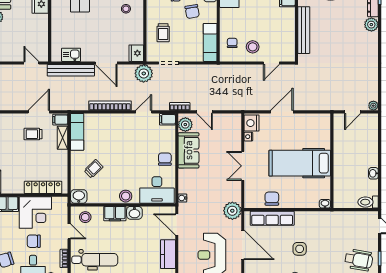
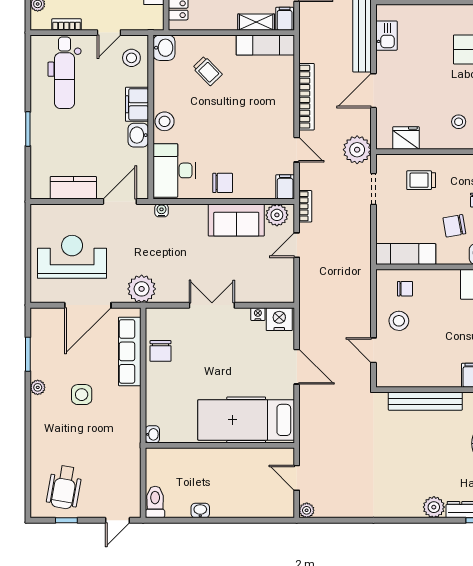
fridge: (136, 53) -> (406, 138), moved
hospital bed: (300, 163) -> (246, 420), moved, turned -90
chair: (272, 199) -> (161, 351), turned 90

